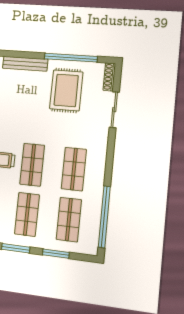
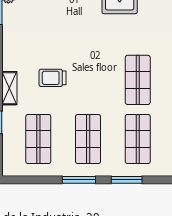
shop shelf: (32, 165) -> (88, 80), removed

